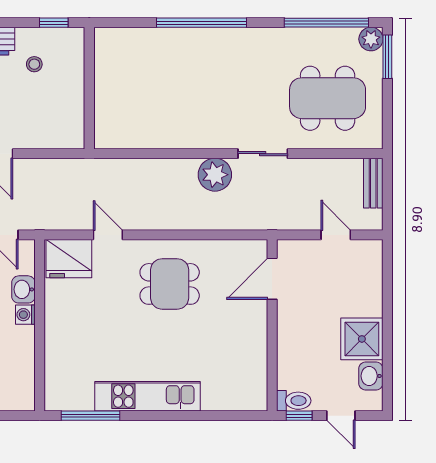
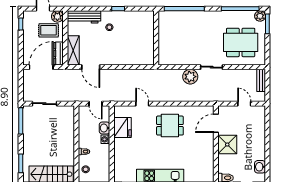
wall: (89, 88) -> (156, 38), moved
fridge: (69, 259) -> (122, 127), moved, turned -90
shower: (362, 339) -> (227, 145), moved

